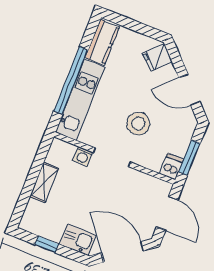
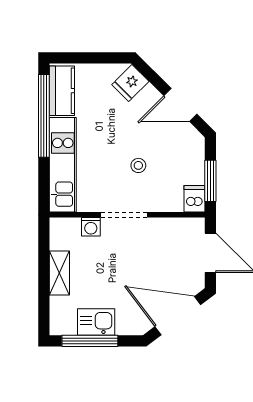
window: (71, 81) -> (44, 116), moved
stool: (138, 124) -> (138, 165), width x0.53, depth x0.53
kitchen sink: (78, 240) -> (96, 322), moved
window: (47, 244) -> (90, 341), width x2.17

